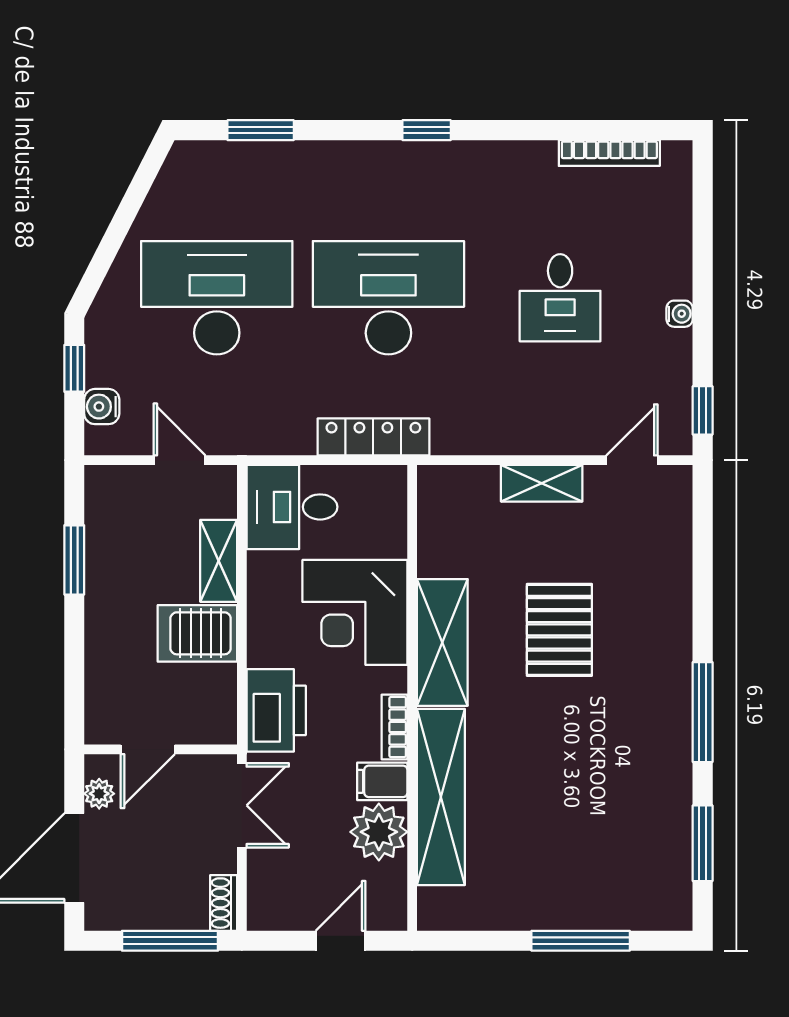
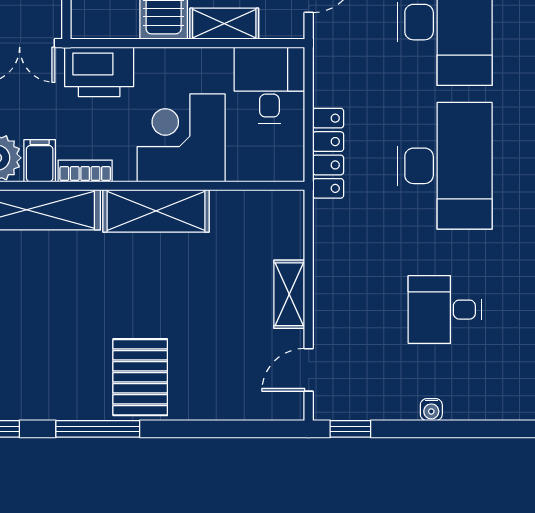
door: (632, 460) -> (309, 370), swing flipped
pallet: (559, 630) -> (140, 377), moved, turned 90

